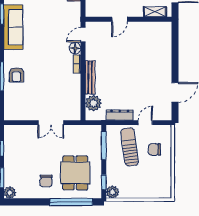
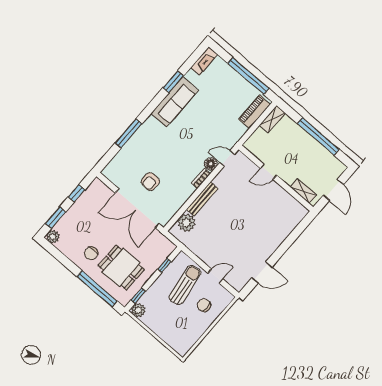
armchair: (16, 75) -> (150, 182), moved
dresser: (120, 115) -> (200, 252), removed
double door: (51, 123) -> (137, 208), width x1.87
window: (104, 146) -> (165, 265), width x0.46
dining table: (75, 173) -> (121, 268), turned 90

